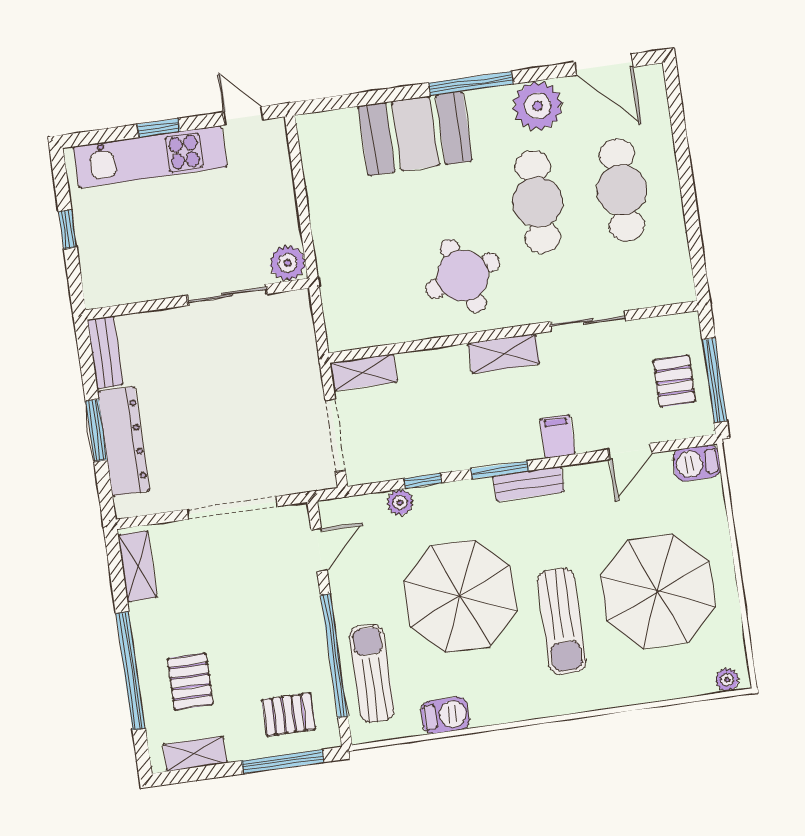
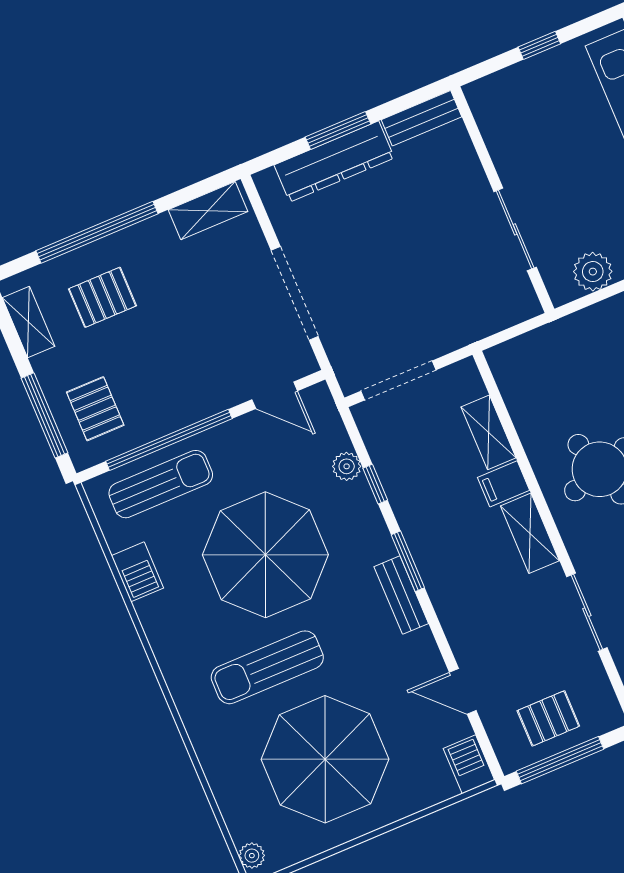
plant: (288, 263) -> (593, 272), moved
shelving: (364, 372) -> (489, 432), moved
filing cabinet: (558, 436) -> (504, 484), moved, turned 180

